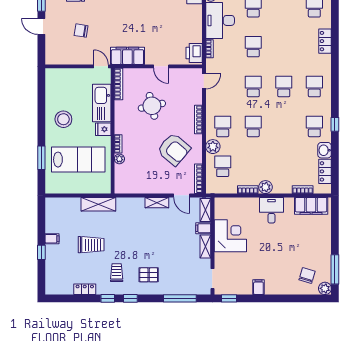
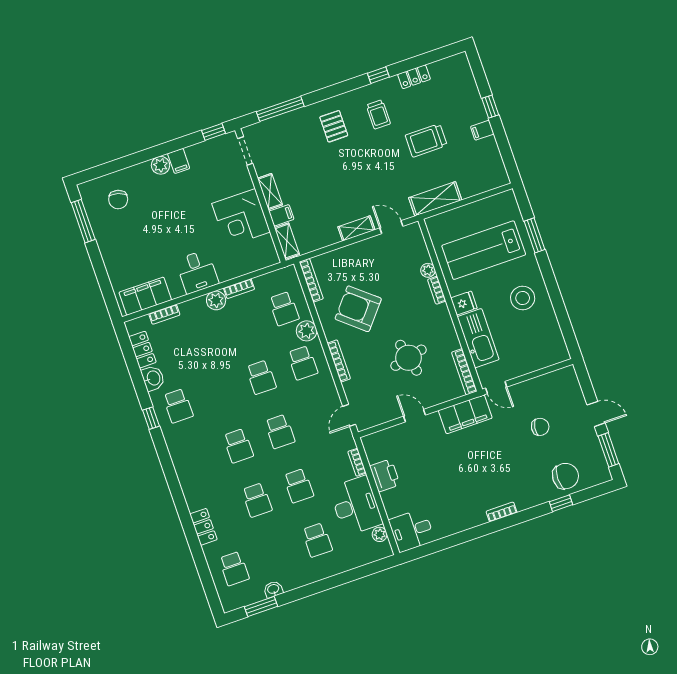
printer: (194, 53) -> (385, 475), moved
school desk: (314, 87) -> (257, 500), moved
door: (182, 195) -> (391, 227), moved
pallet: (149, 275) -> (334, 126), turned 90
plant: (325, 288) -> (161, 165), moved
window: (130, 298) -> (348, 86), removed

